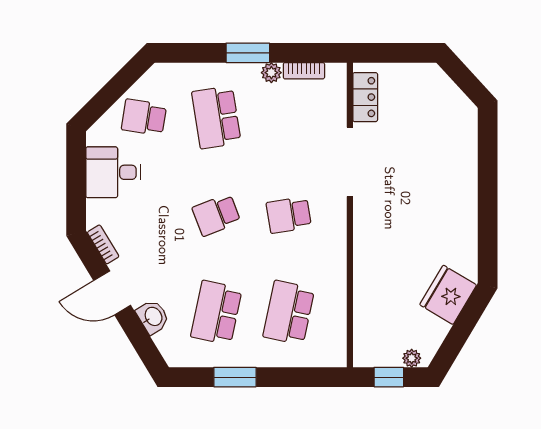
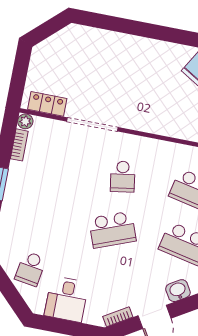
plant: (271, 73) -> (25, 121), moved
school desk: (216, 117) -> (41, 216), removed
school desk: (216, 215) -> (112, 230), width x1.85

